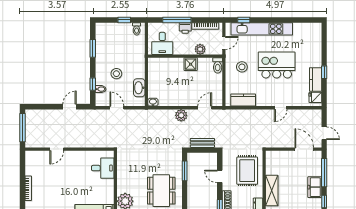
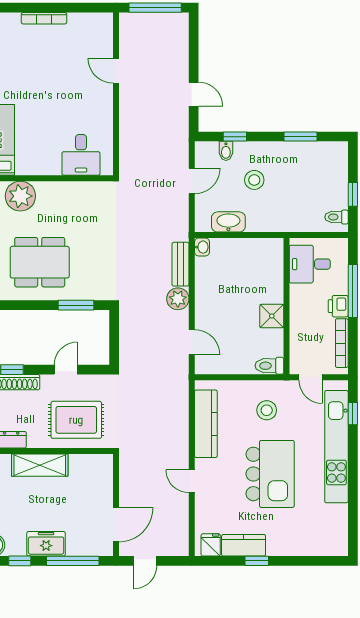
plant: (200, 49) -> (299, 334), removed
kitchen counter: (243, 100) -> (206, 424), width x1.50
bench: (202, 143) -> (180, 264), moved

